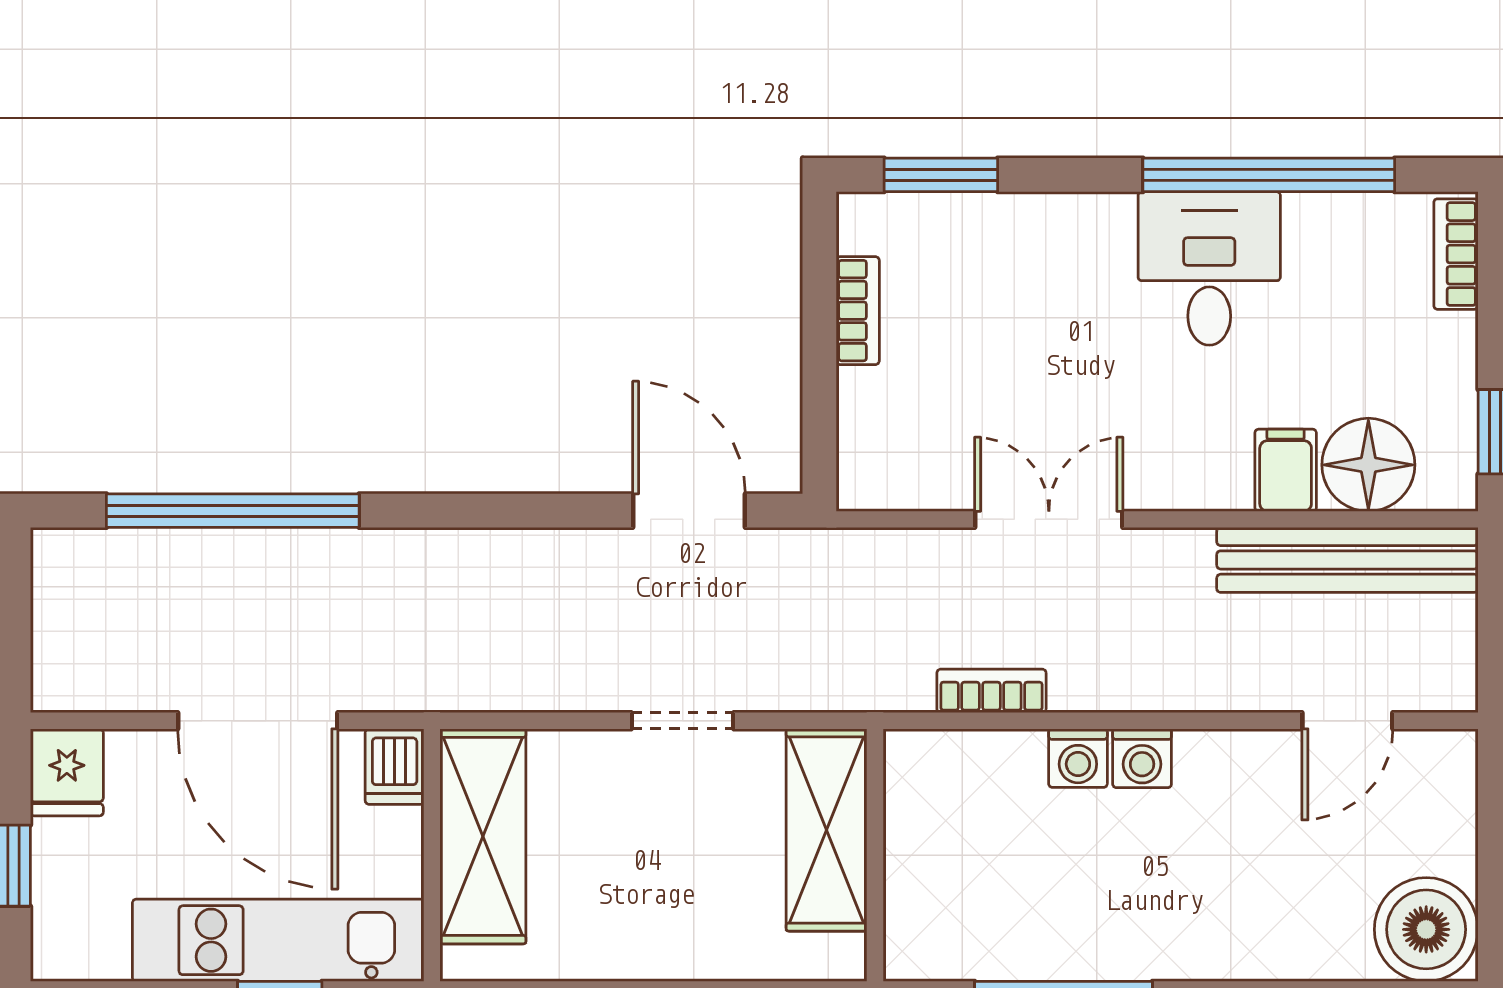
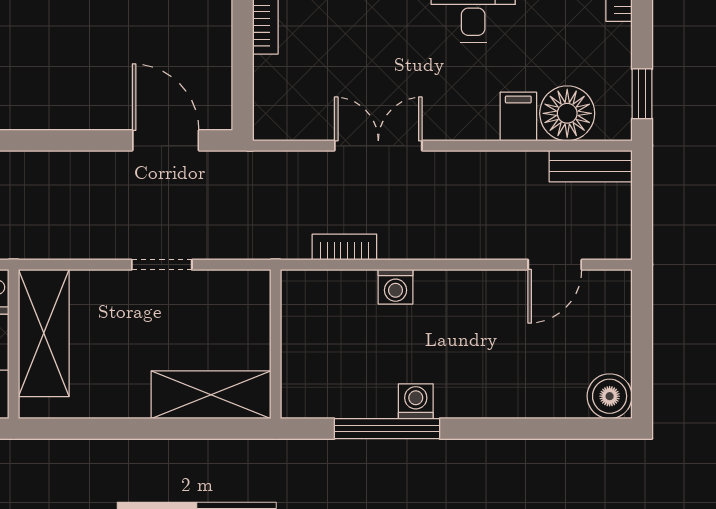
bench: (1347, 560) -> (591, 166), width x0.54, depth x0.82
washing machine: (1142, 758) -> (416, 401), moved, turned 180
shelving: (827, 830) -> (211, 395), moved, turned 90
boiler: (1426, 929) -> (610, 396), width x0.73, depth x0.73

